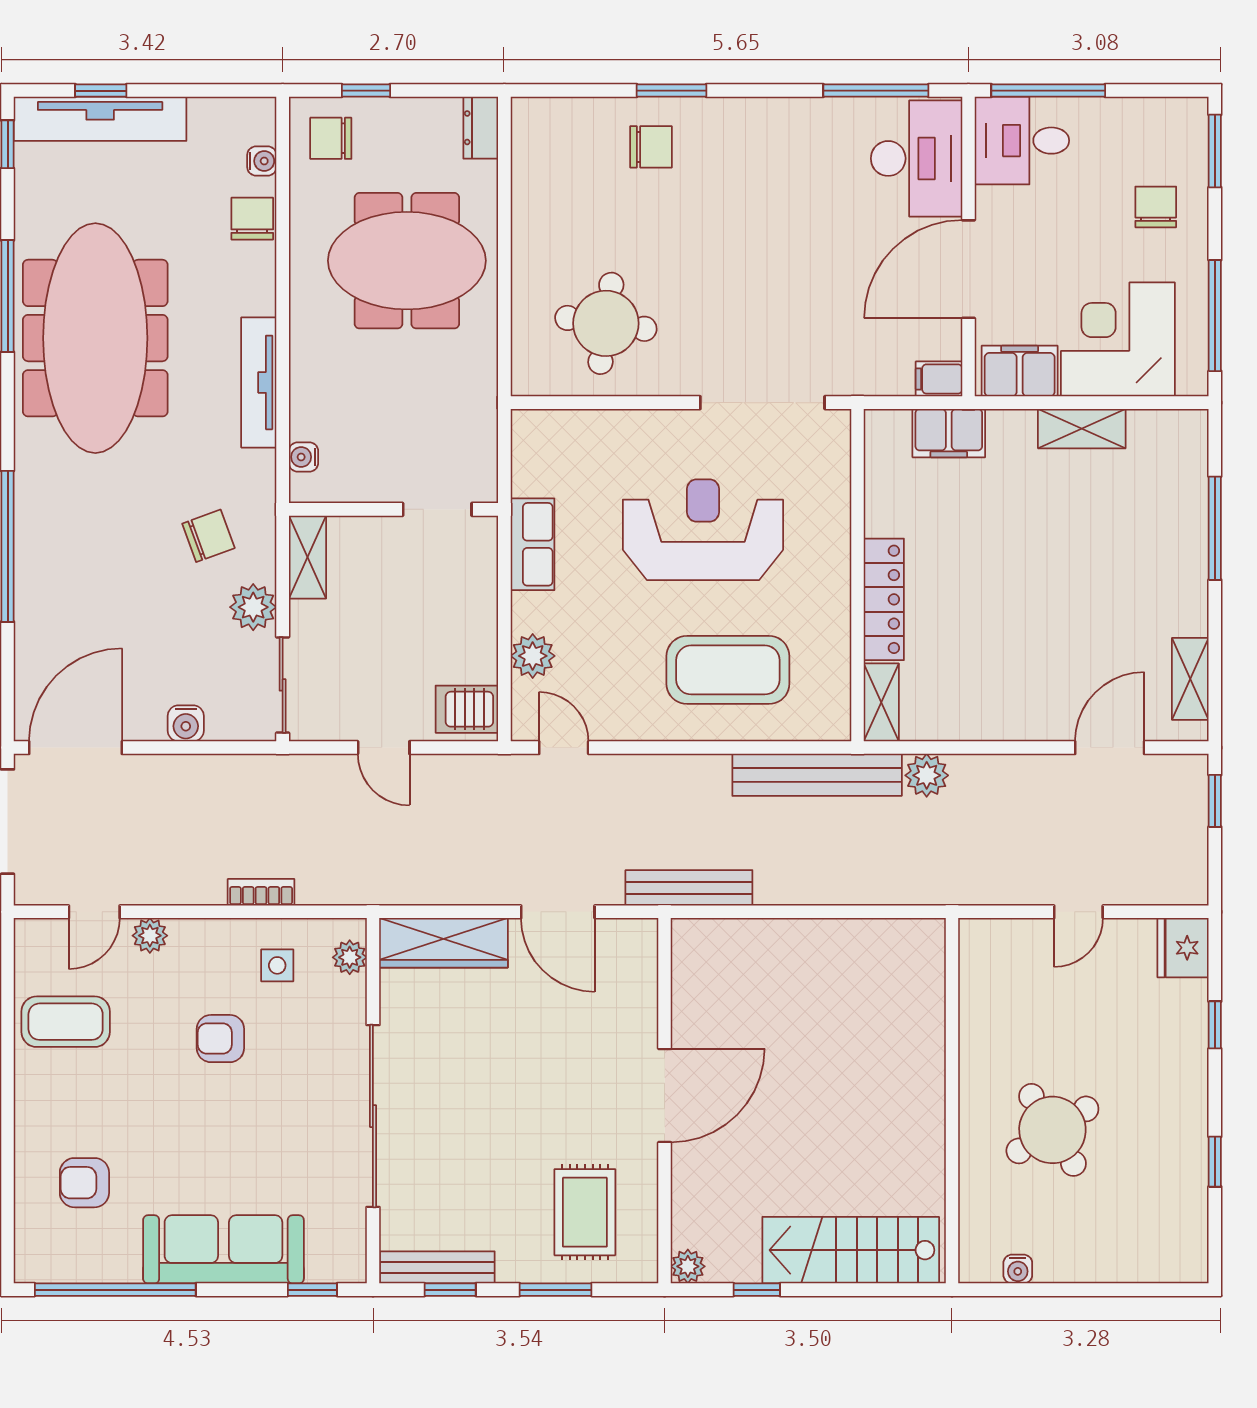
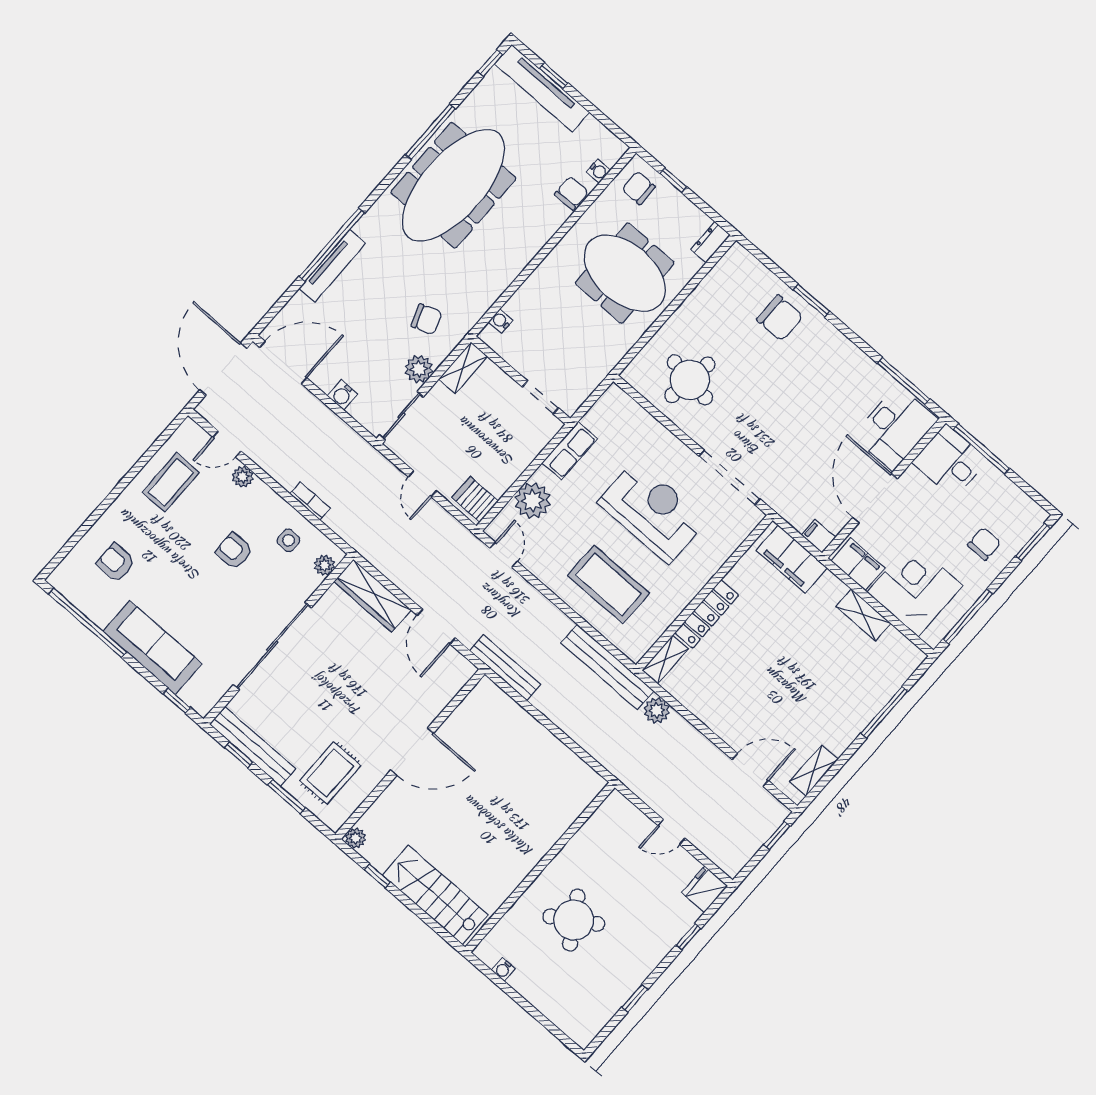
chair: (651, 147) -> (780, 318), width x1.37, depth x1.37
door: (968, 269) -> (875, 498), hinge flipped
tv unit: (259, 382) -> (332, 266), moved, turned 180
filing cabinet: (949, 433) -> (792, 559), width x1.50, depth x1.17
plant: (533, 656) -> (533, 501), width x1.36, depth x1.36
coffee table: (66, 1022) -> (171, 482), turned 90
bench: (437, 1267) -> (253, 747), width x1.37, depth x1.21

